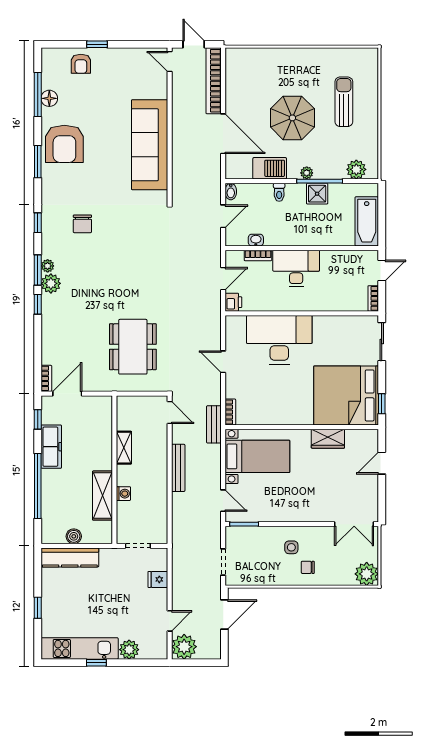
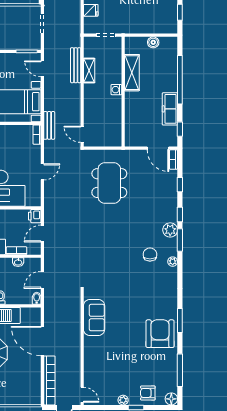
plant: (114, 54) -> (123, 400), added
armchair: (81, 64) -> (148, 393), turned -90
floor lamp: (49, 98) -> (171, 399), moved
sofa: (150, 145) -> (94, 318), width x0.54, depth x0.79
window: (38, 223) -> (180, 185), moved
chair: (82, 224) -> (150, 254), moved
plant: (48, 266) -> (173, 262), moved
door: (223, 362) -> (42, 172), hinge flipped
door: (67, 394) -> (158, 148), hinge flipped
shelving: (124, 448) -> (89, 71), moved
bench: (178, 468) -> (76, 65), moved
washing machine: (123, 494) -> (116, 90), moved
kitchen counter: (70, 557) -> (156, 27), removed
window: (38, 577) -> (180, 12), added

